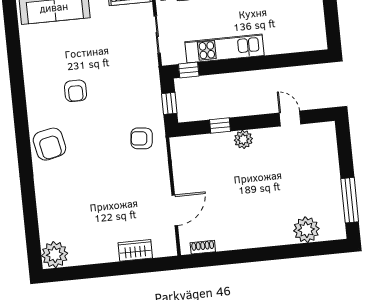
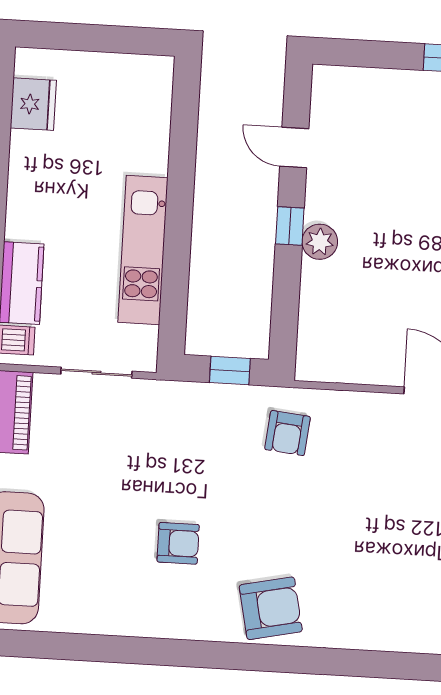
window: (189, 70) -> (173, 324), removed
door: (290, 118) -> (294, 147), hinge flipped
window: (220, 125) -> (290, 226), moved

